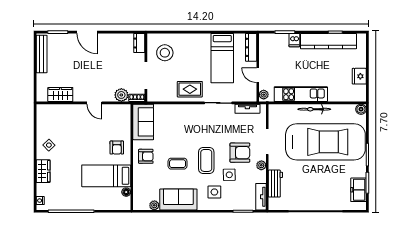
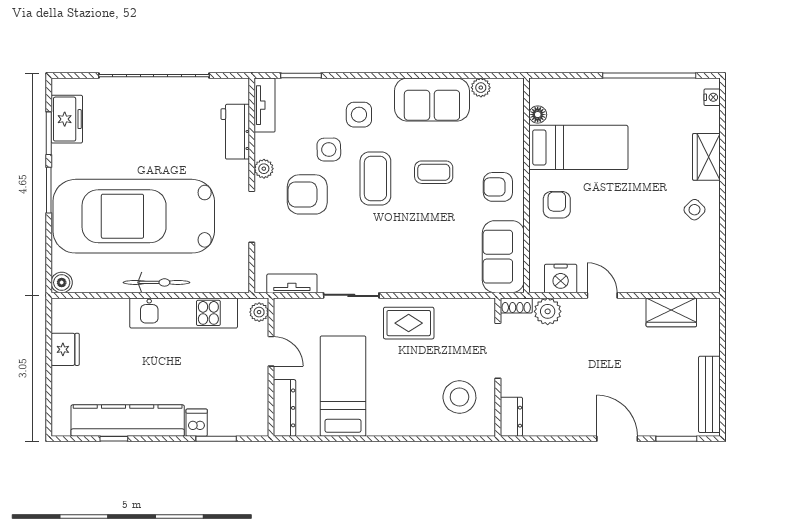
nightstand: (115, 111) -> (561, 279), added

